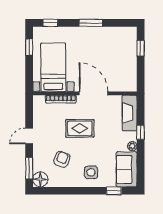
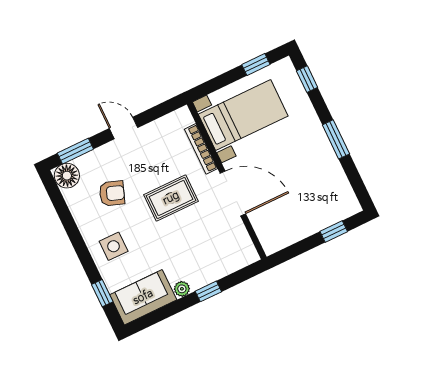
door: (94, 93) -> (233, 194), hinge flipped
fireplace: (130, 113) -> (229, 261), removed
rug: (80, 128) -> (171, 198), turned 90

